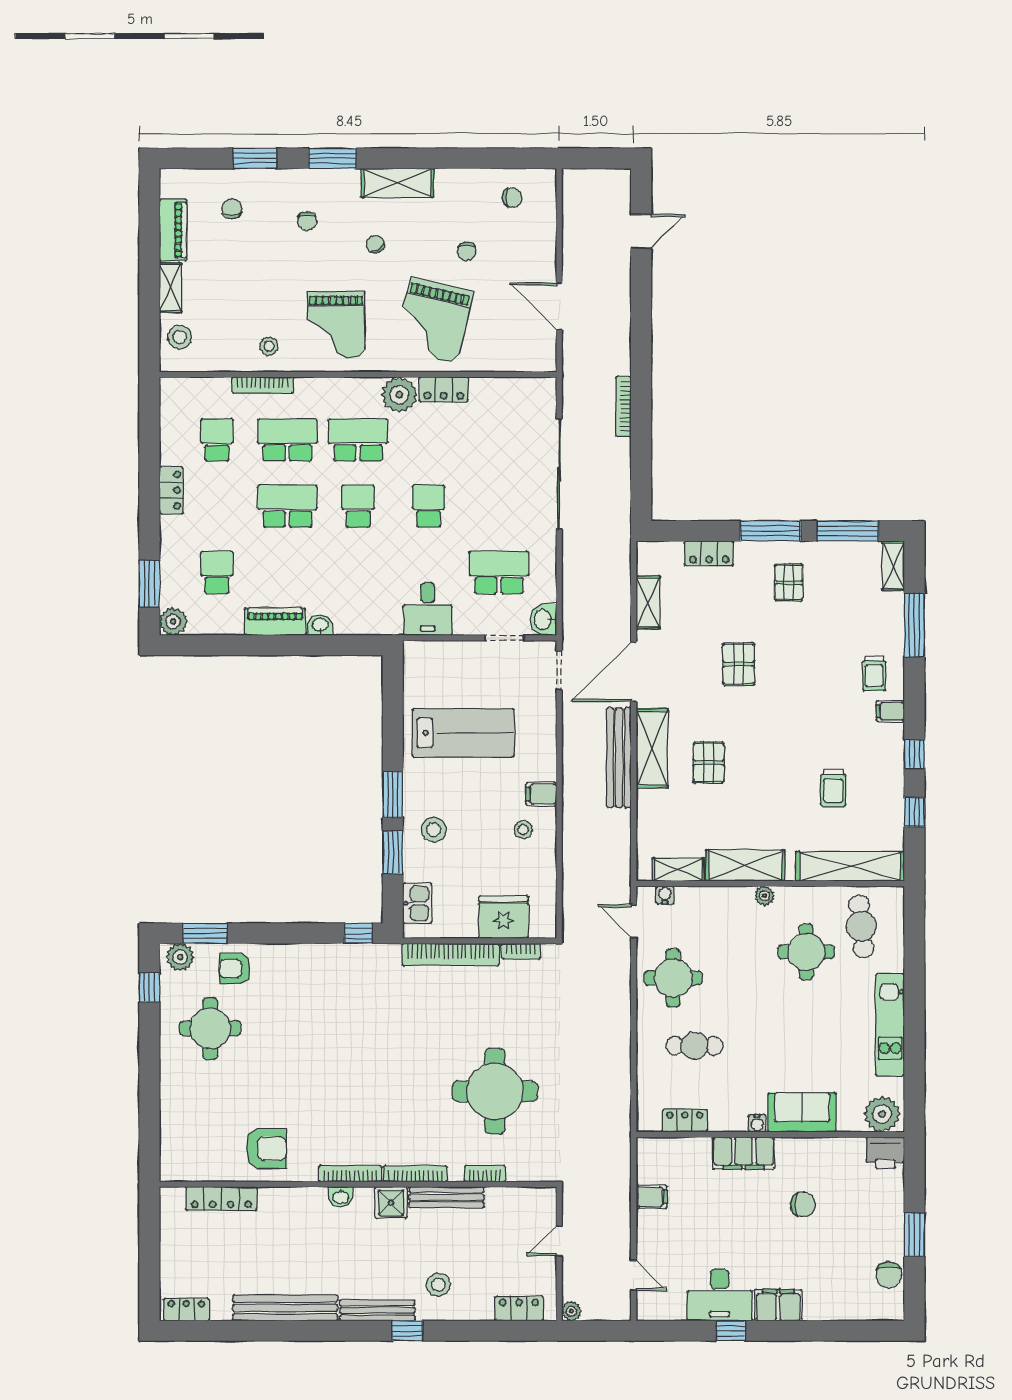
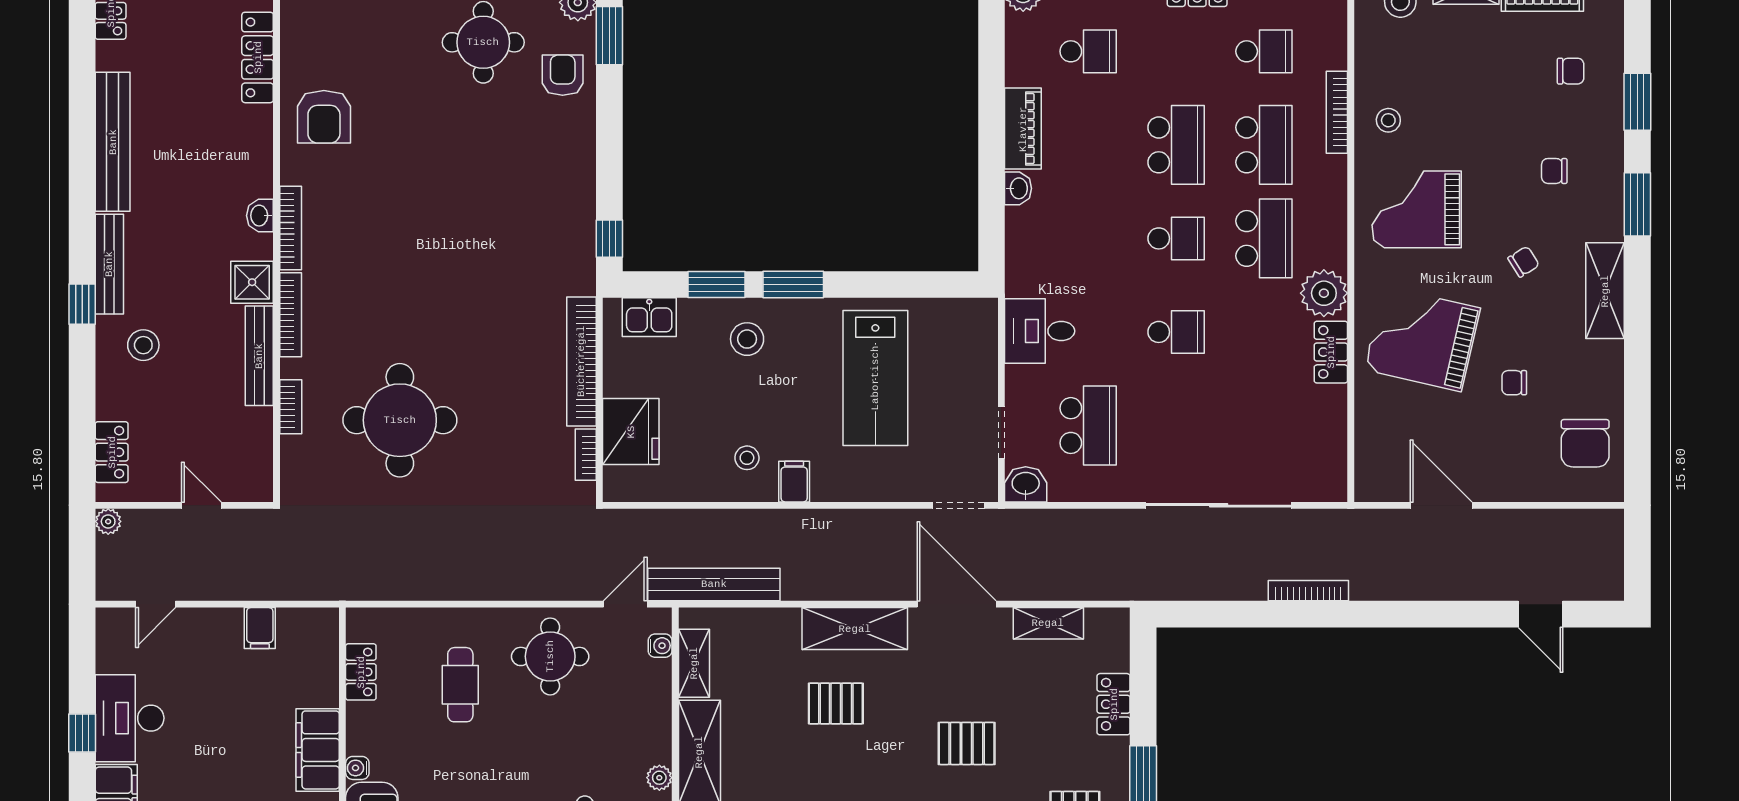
chair: (512, 198) -> (1585, 443), width x1.87, depth x1.87
door: (559, 306) -> (1441, 505), hinge flipped
bench: (619, 758) -> (714, 584), moved

